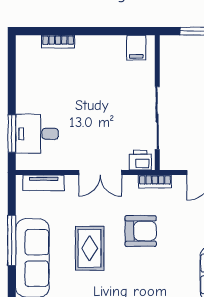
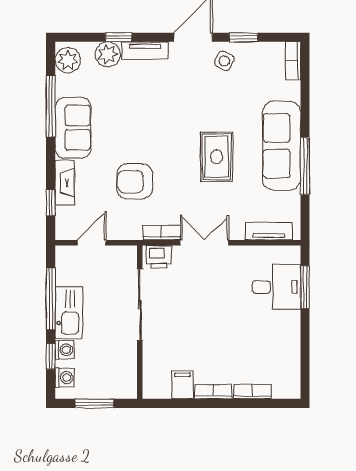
bookcase: (92, 42) -> (213, 392), added
filing cabinet: (136, 48) -> (182, 385), moved
bookcase: (155, 182) -> (162, 233), moved
armchair: (141, 231) -> (135, 182), moved

